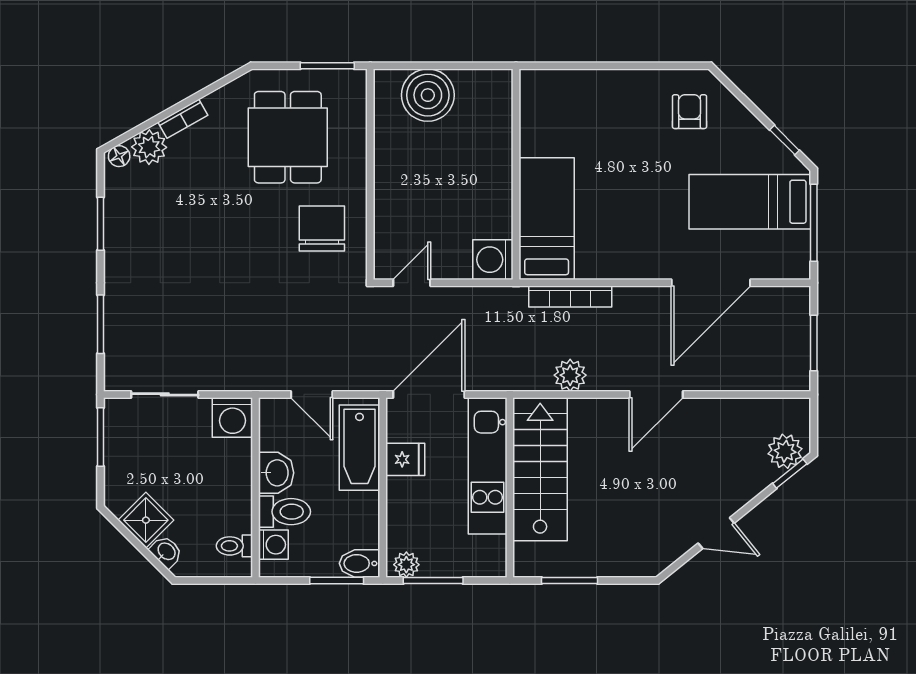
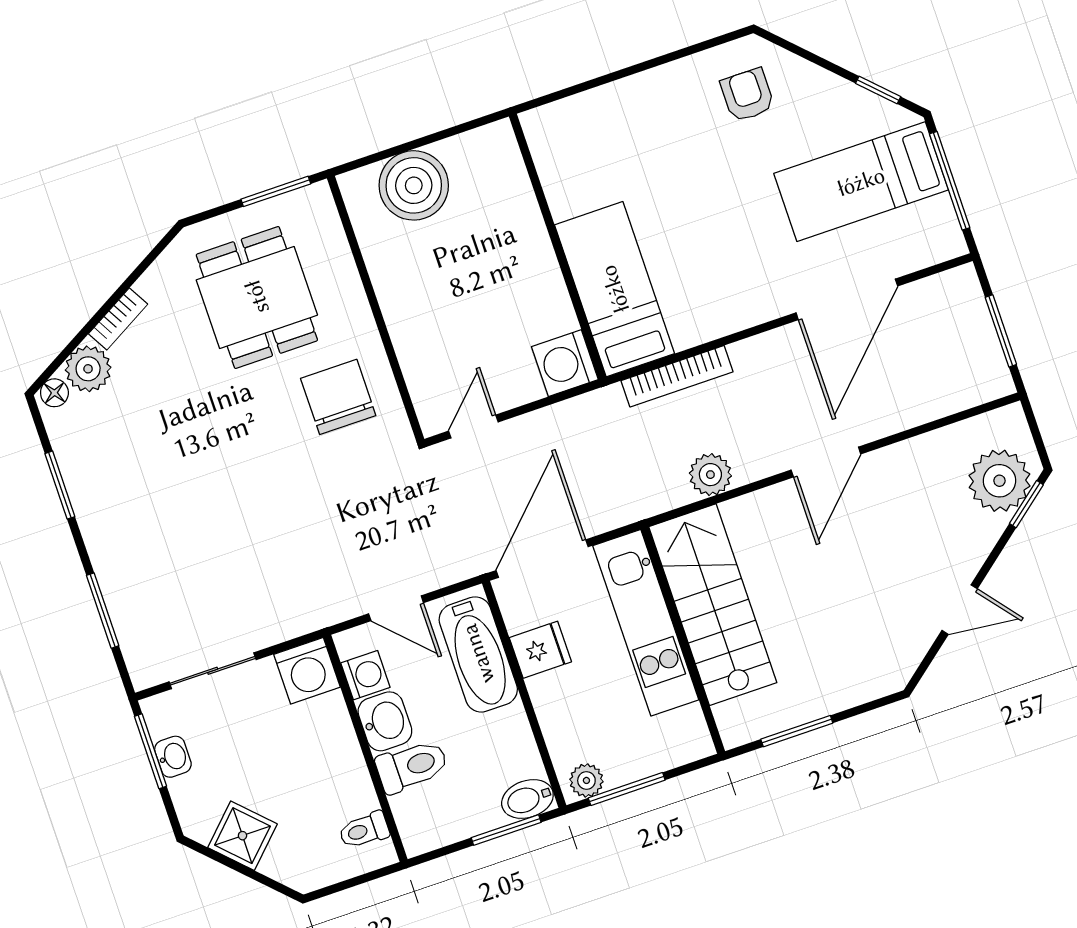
plant: (785, 451) -> (999, 481), width x1.36, depth x1.36
washing machine: (273, 545) -> (365, 675), moved
washbasin: (166, 552) -> (173, 757), moved, turned 45

